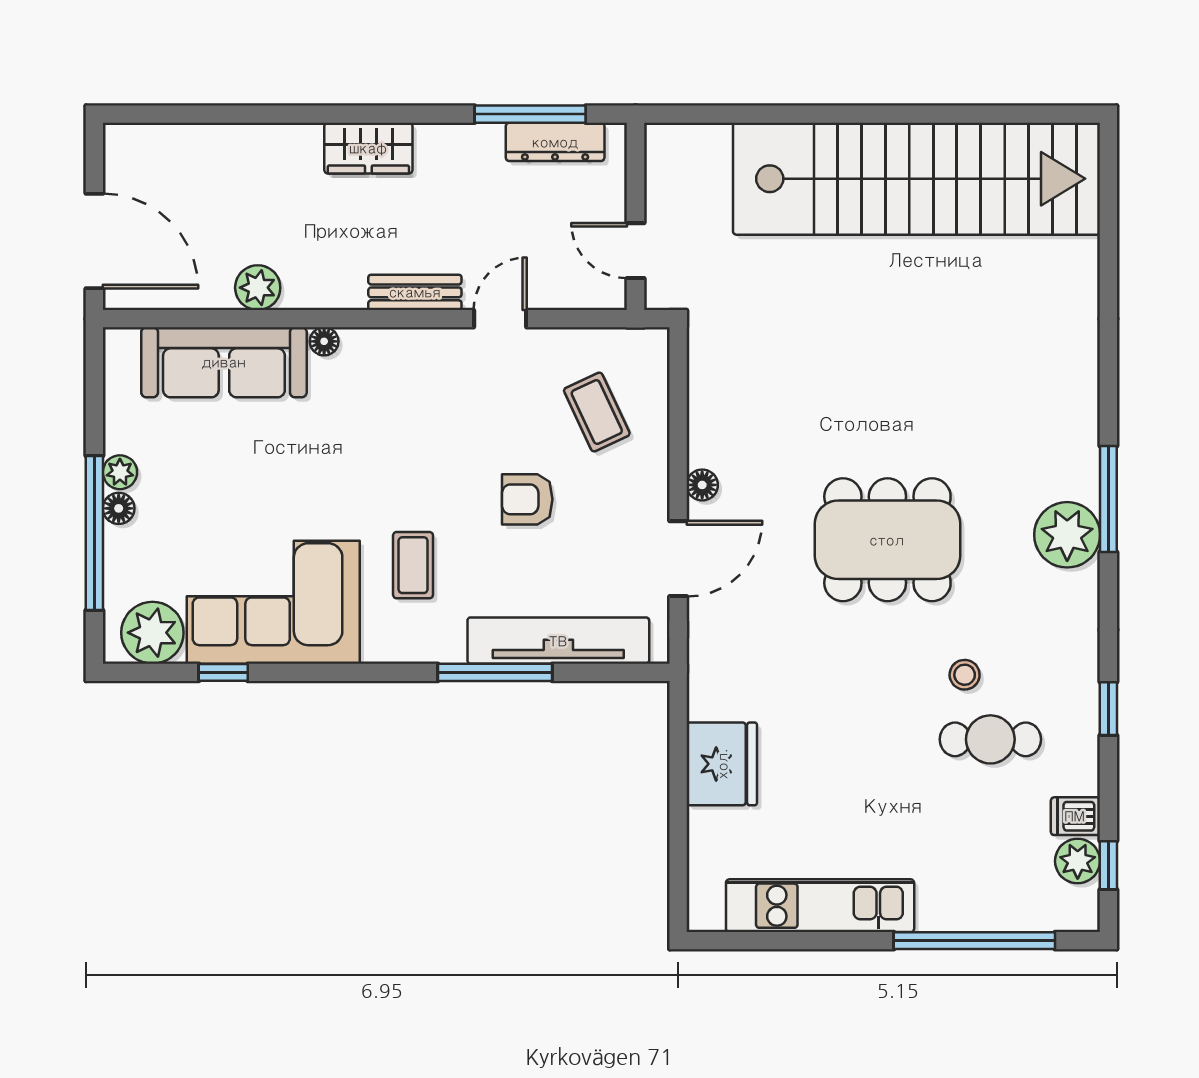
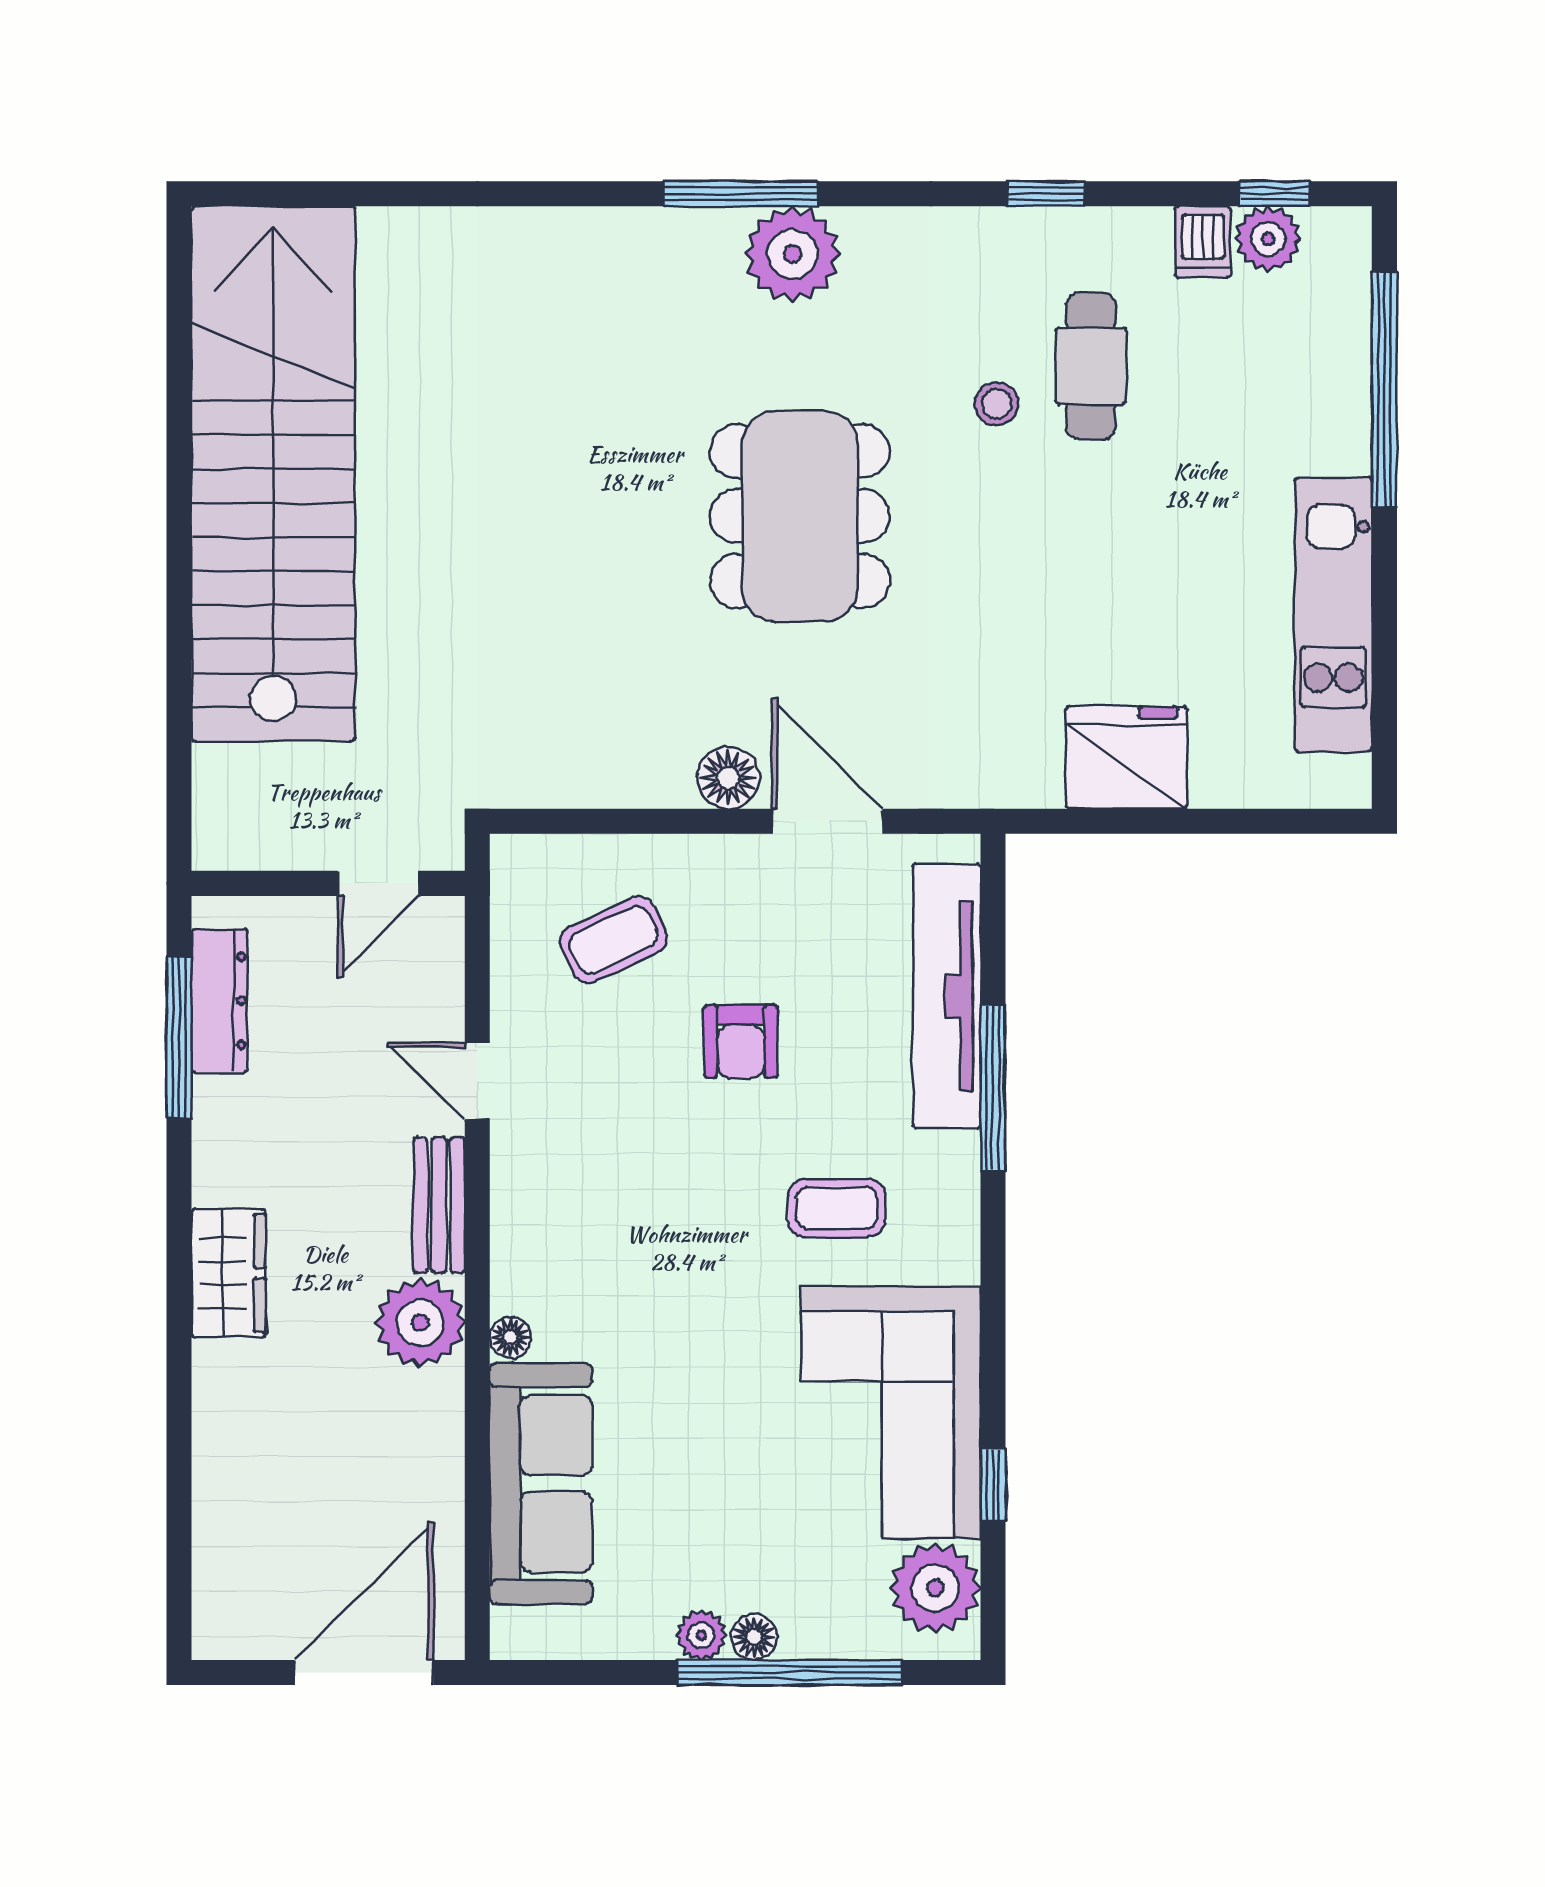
plant: (258, 288) -> (420, 1323), moved, width x1.36, depth x1.36
floor lamp: (702, 485) -> (728, 778), width x1.37, depth x1.37

